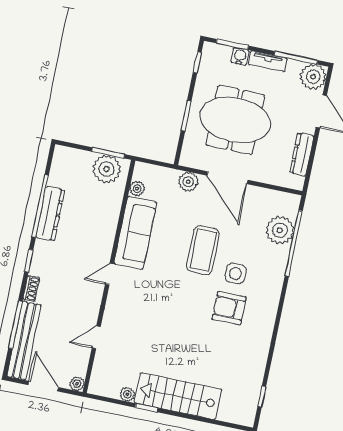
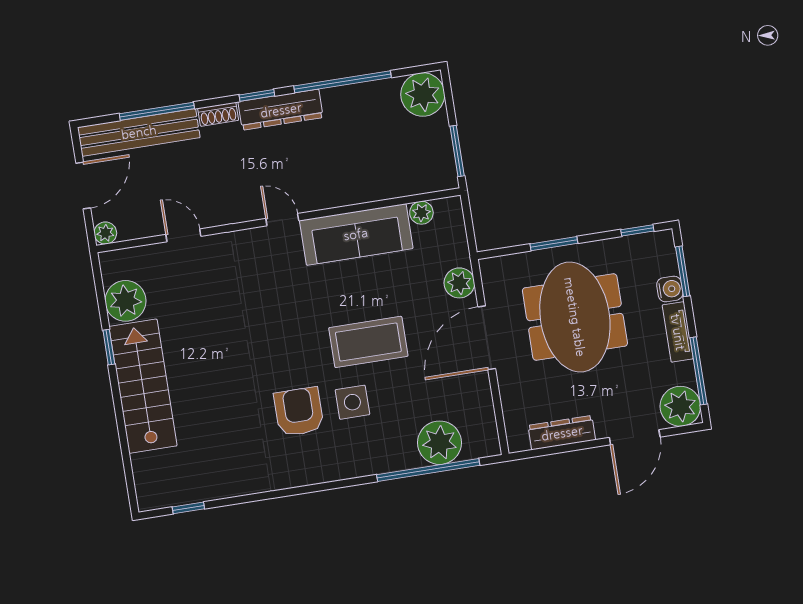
plant: (106, 169) -> (423, 94), moved
dresser: (50, 214) -> (281, 110), moved
plant: (127, 394) -> (125, 301), width x1.88, depth x1.88

